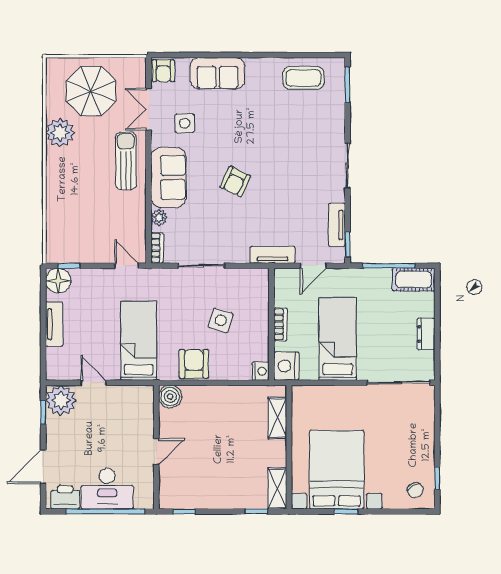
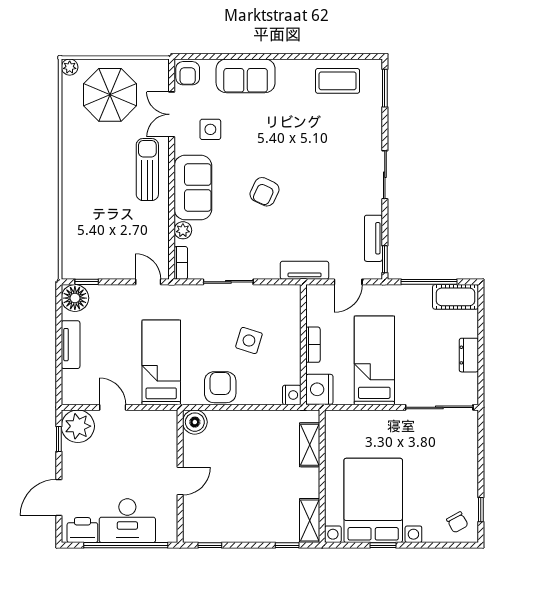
plant: (60, 133) -> (70, 67), moved, width x0.53, depth x0.53

